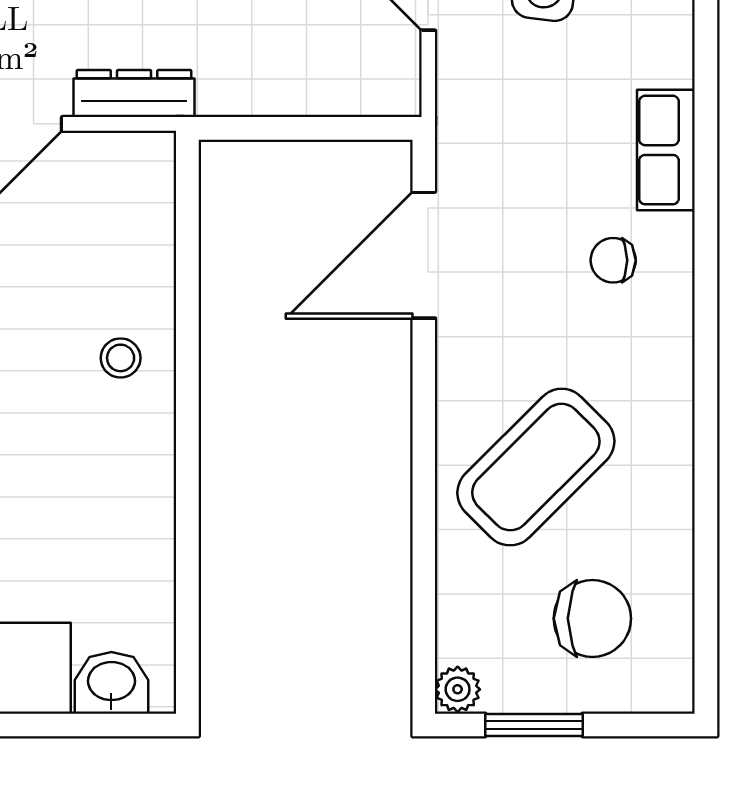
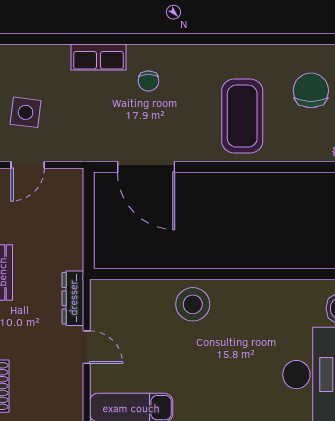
stool: (121, 358) -> (193, 304), width x1.89, depth x1.89
coffee table: (536, 467) -> (242, 116), turned 45

